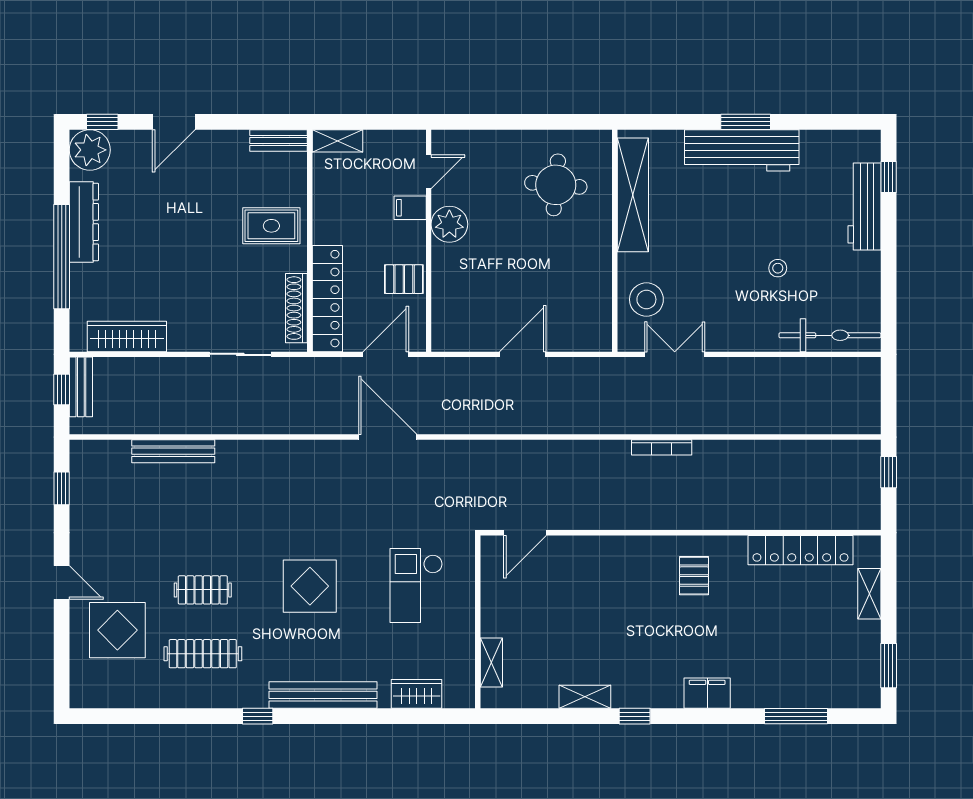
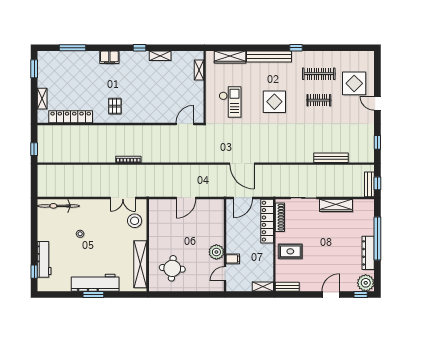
pallet: (404, 279) -> (235, 229), removed
wardrobe: (127, 337) -> (336, 205), moved
wardrobe: (417, 694) -> (230, 57), width x1.50

